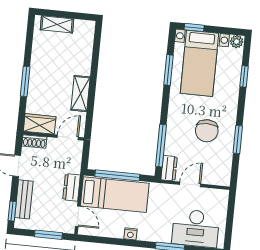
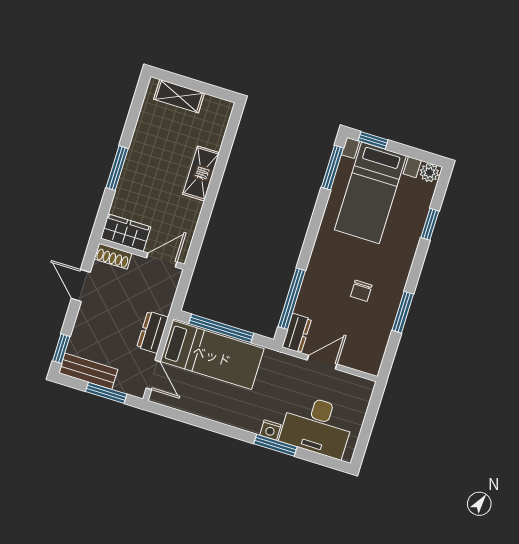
window: (169, 70) -> (332, 168), moved
shelving: (80, 94) -> (201, 173), moved
chair: (207, 131) -> (361, 291), width x0.54, depth x0.54
bench: (24, 199) -> (88, 371), moved, turned 90
nightstand: (130, 234) -> (270, 430), moved

